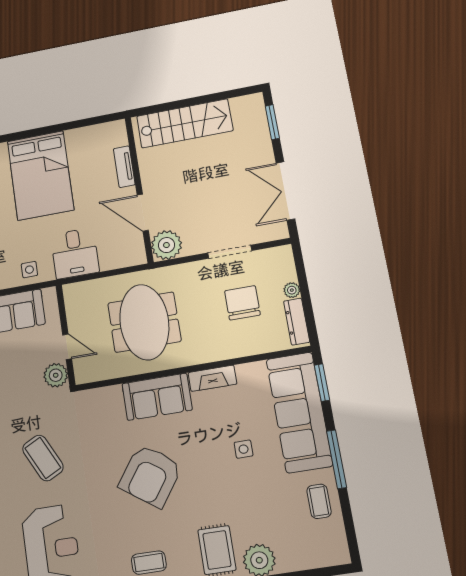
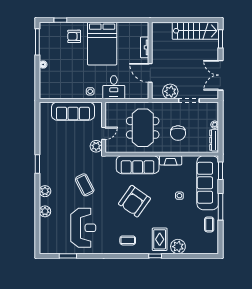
stairs: (185, 123) -> (195, 31), moved
plant: (166, 245) -> (170, 91), moved
chair: (242, 303) -> (178, 133), moved, turned 180
door: (67, 347) -> (104, 133), hinge flipped
sofa: (157, 397) -> (138, 165), width x1.36

